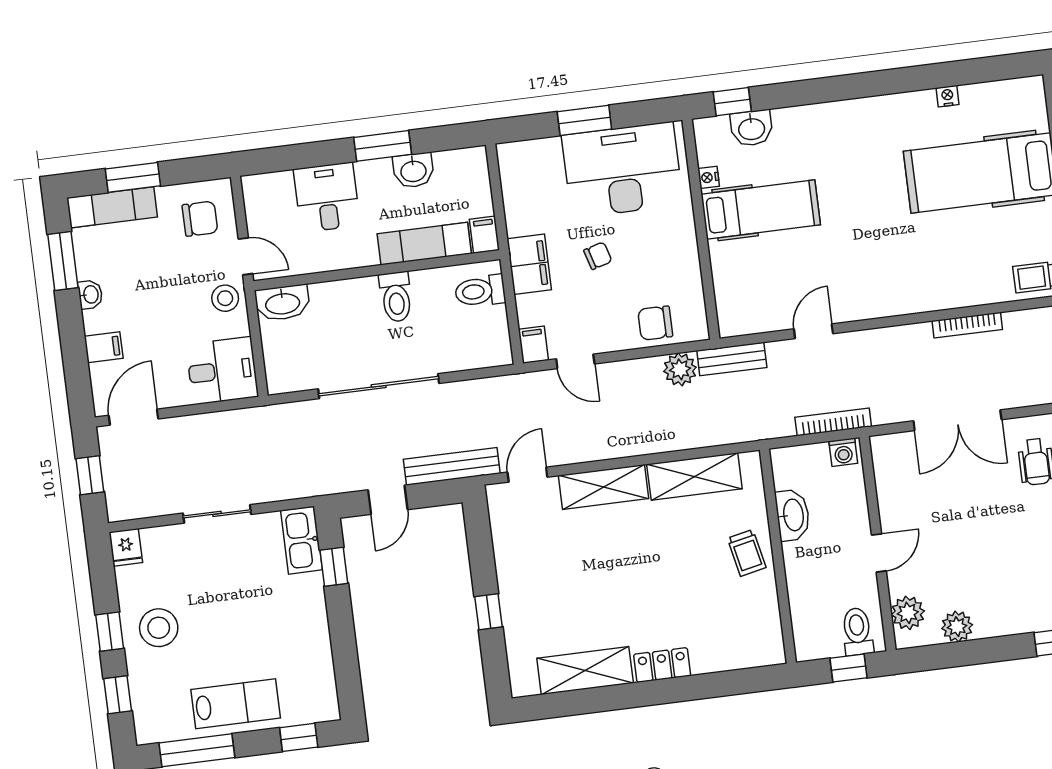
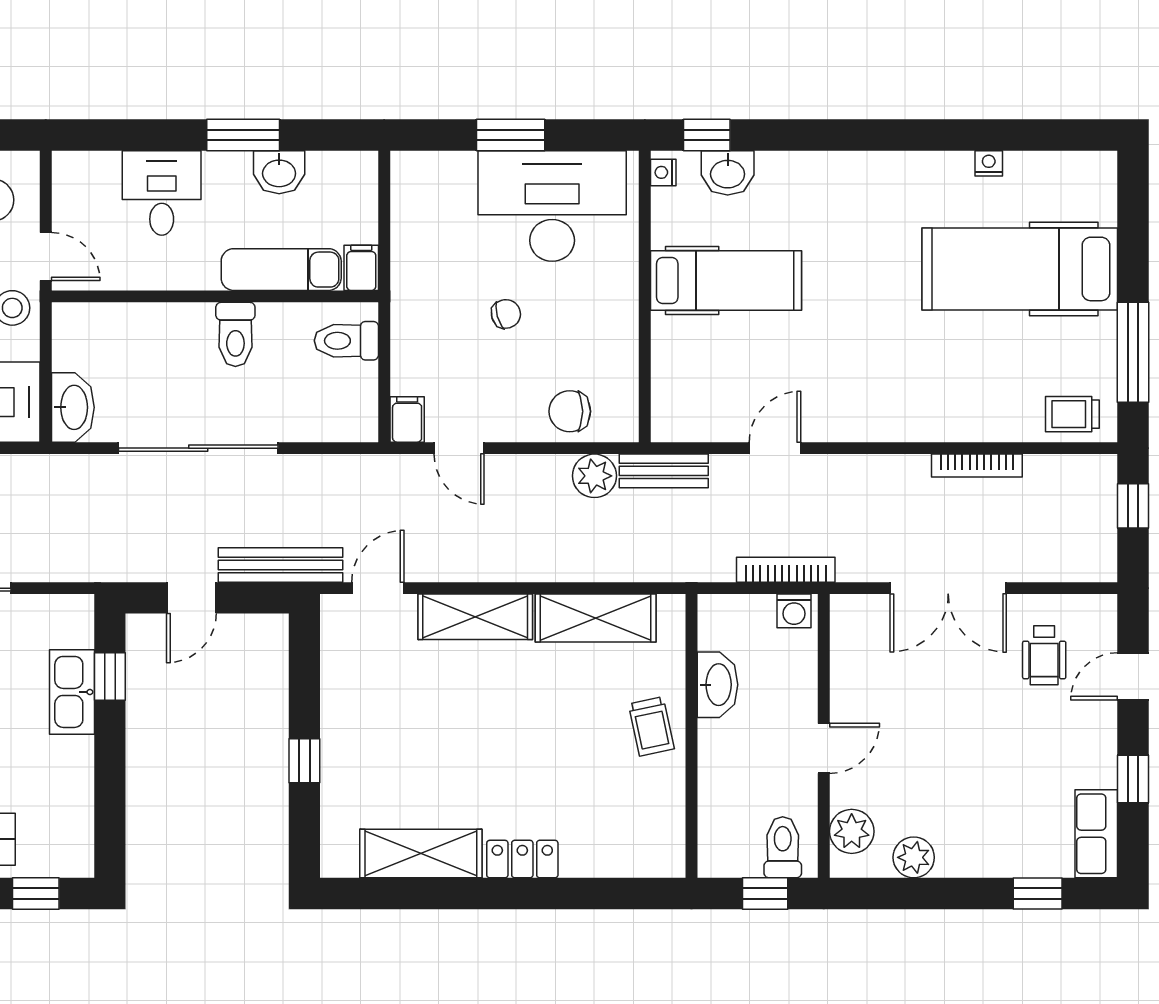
nightstand: (708, 177) -> (663, 172), moved
filing cabinet: (529, 264) -> (415, 314), removed
washbasin: (283, 303) -> (73, 407), moved, turned -90
kitchen sink: (301, 540) -> (72, 692), moved

